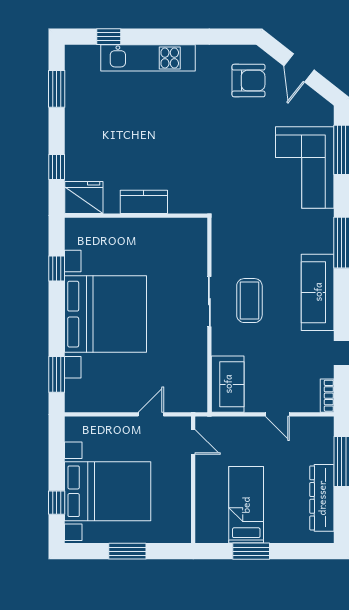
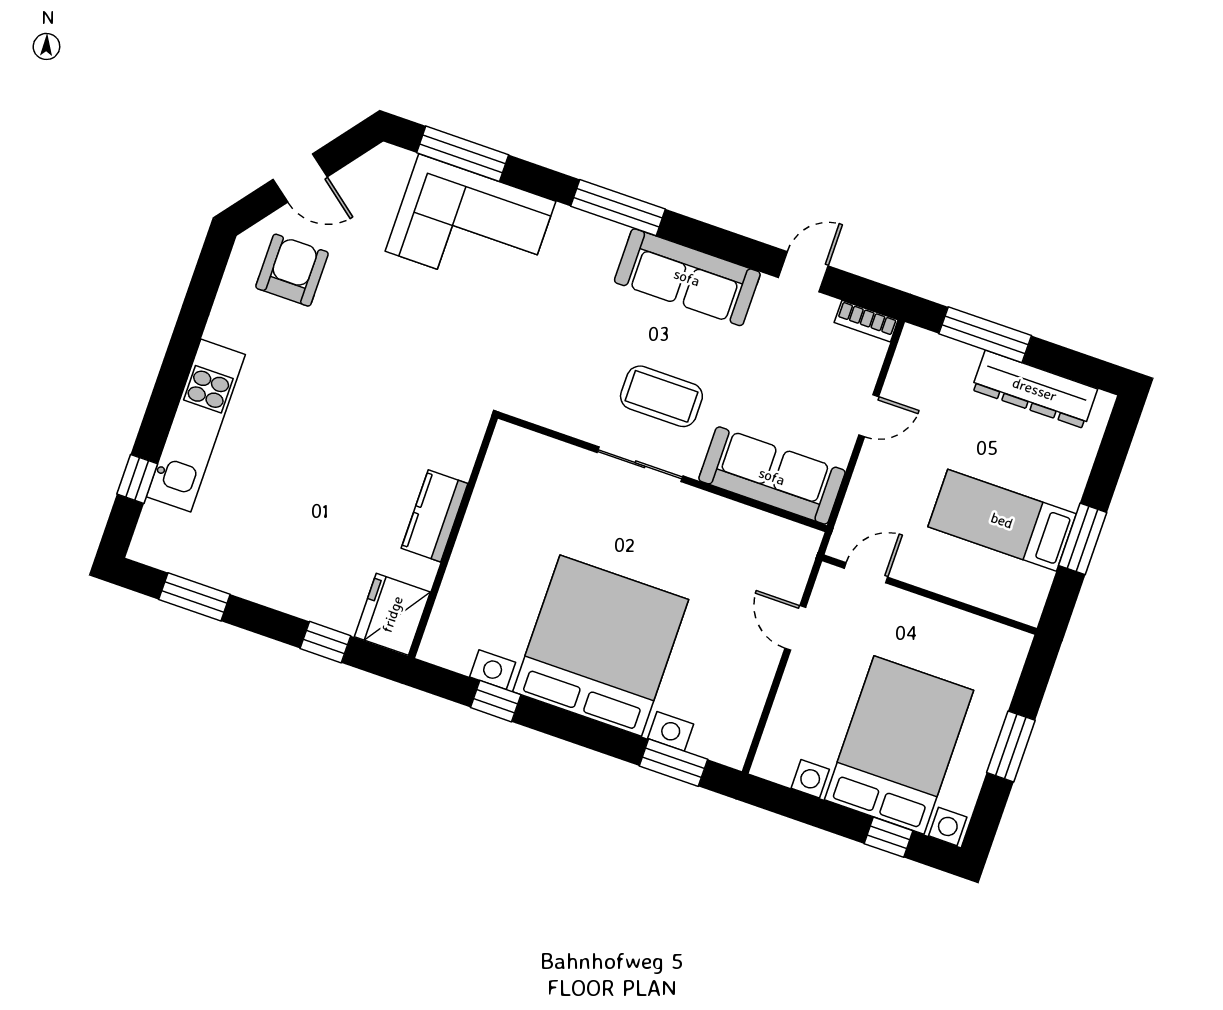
sofa: (228, 384) -> (772, 476), width x1.36

